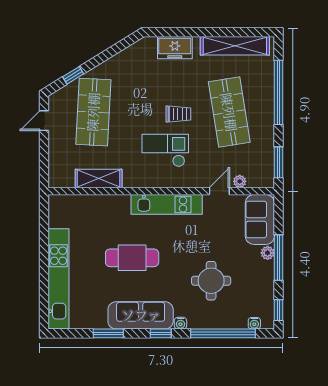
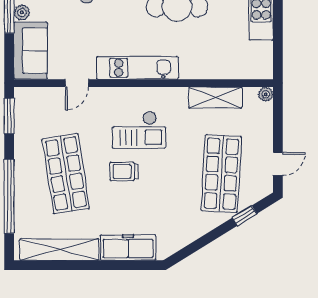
freezer: (175, 48) -> (128, 247), width x1.40
plant: (240, 181) -> (266, 94), moved

